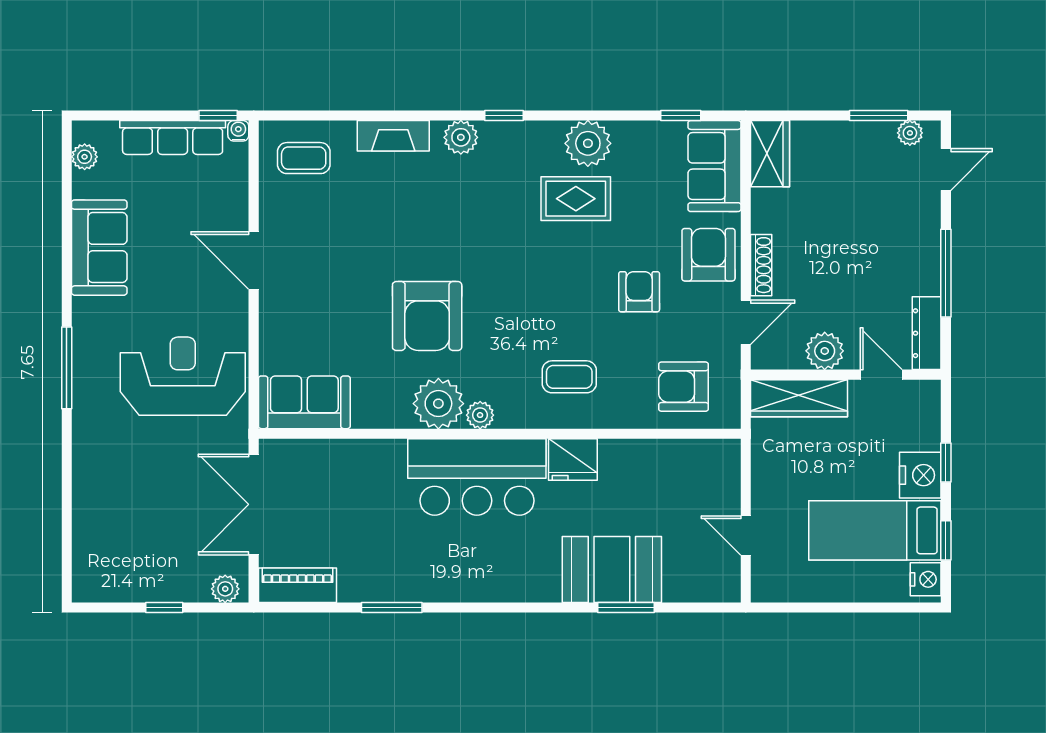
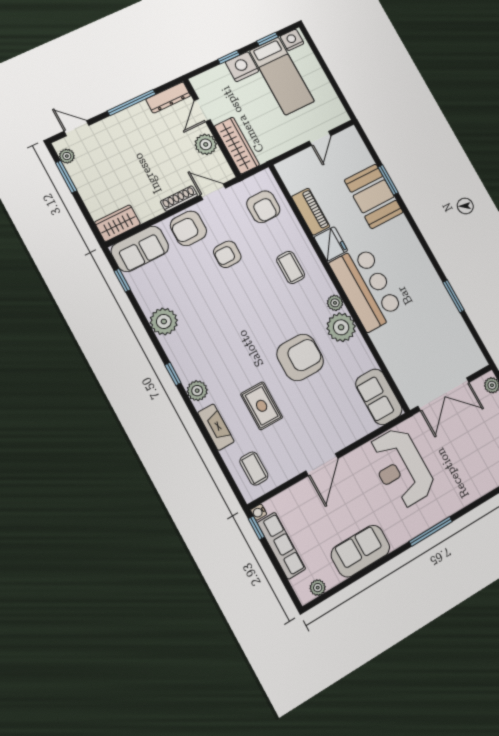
rug: (576, 199) -> (262, 406), moved
piano: (298, 585) -> (311, 212), moved, turned 180

